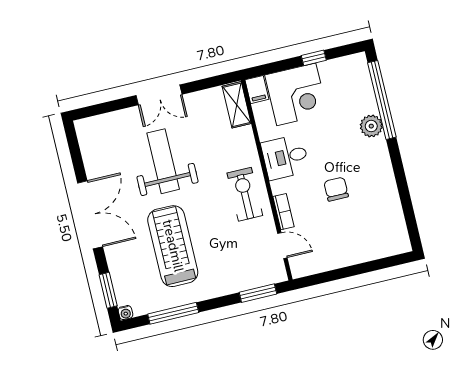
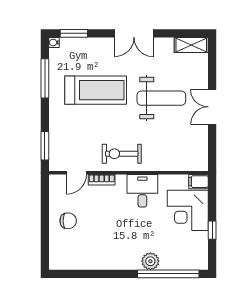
shelving: (237, 105) -> (191, 45), moved
chair: (336, 189) -> (68, 221), moved
exercise bike: (245, 194) -> (122, 154), turned 180
double door: (90, 215) -> (134, 33), width x0.73

